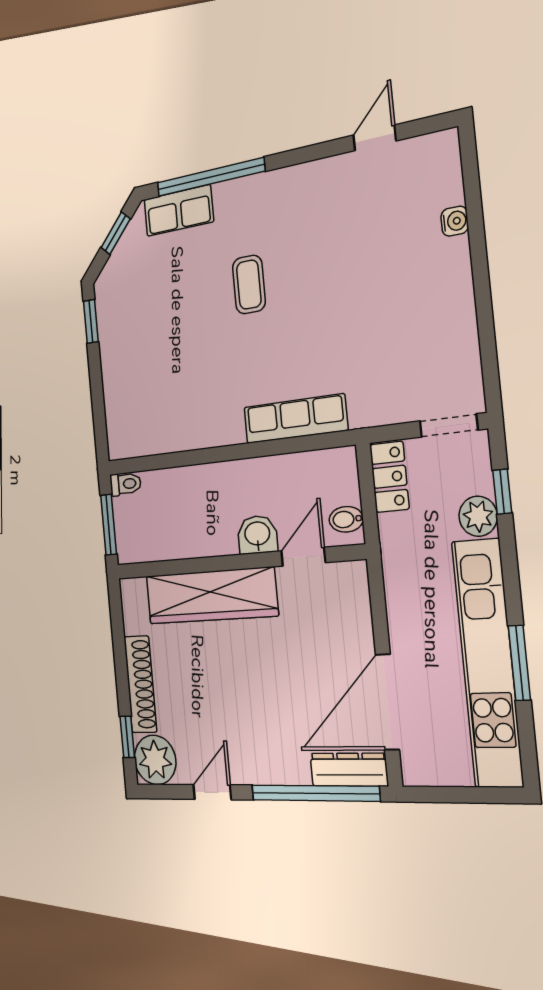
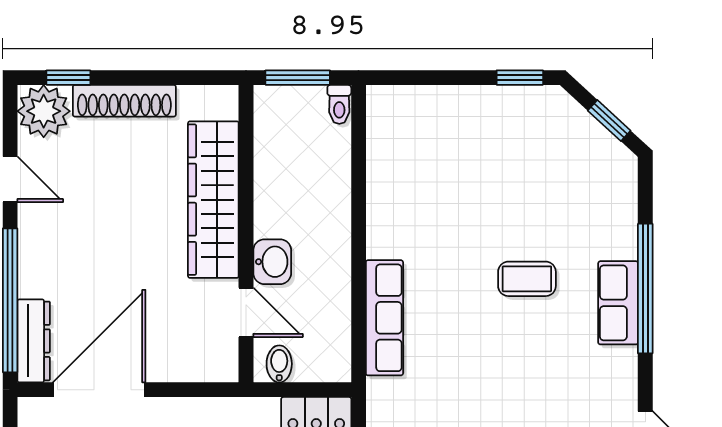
window: (210, 177) -> (645, 289), moved
row of seats: (179, 211) -> (618, 303), moved
door: (387, 702) -> (99, 390), hinge flipped

